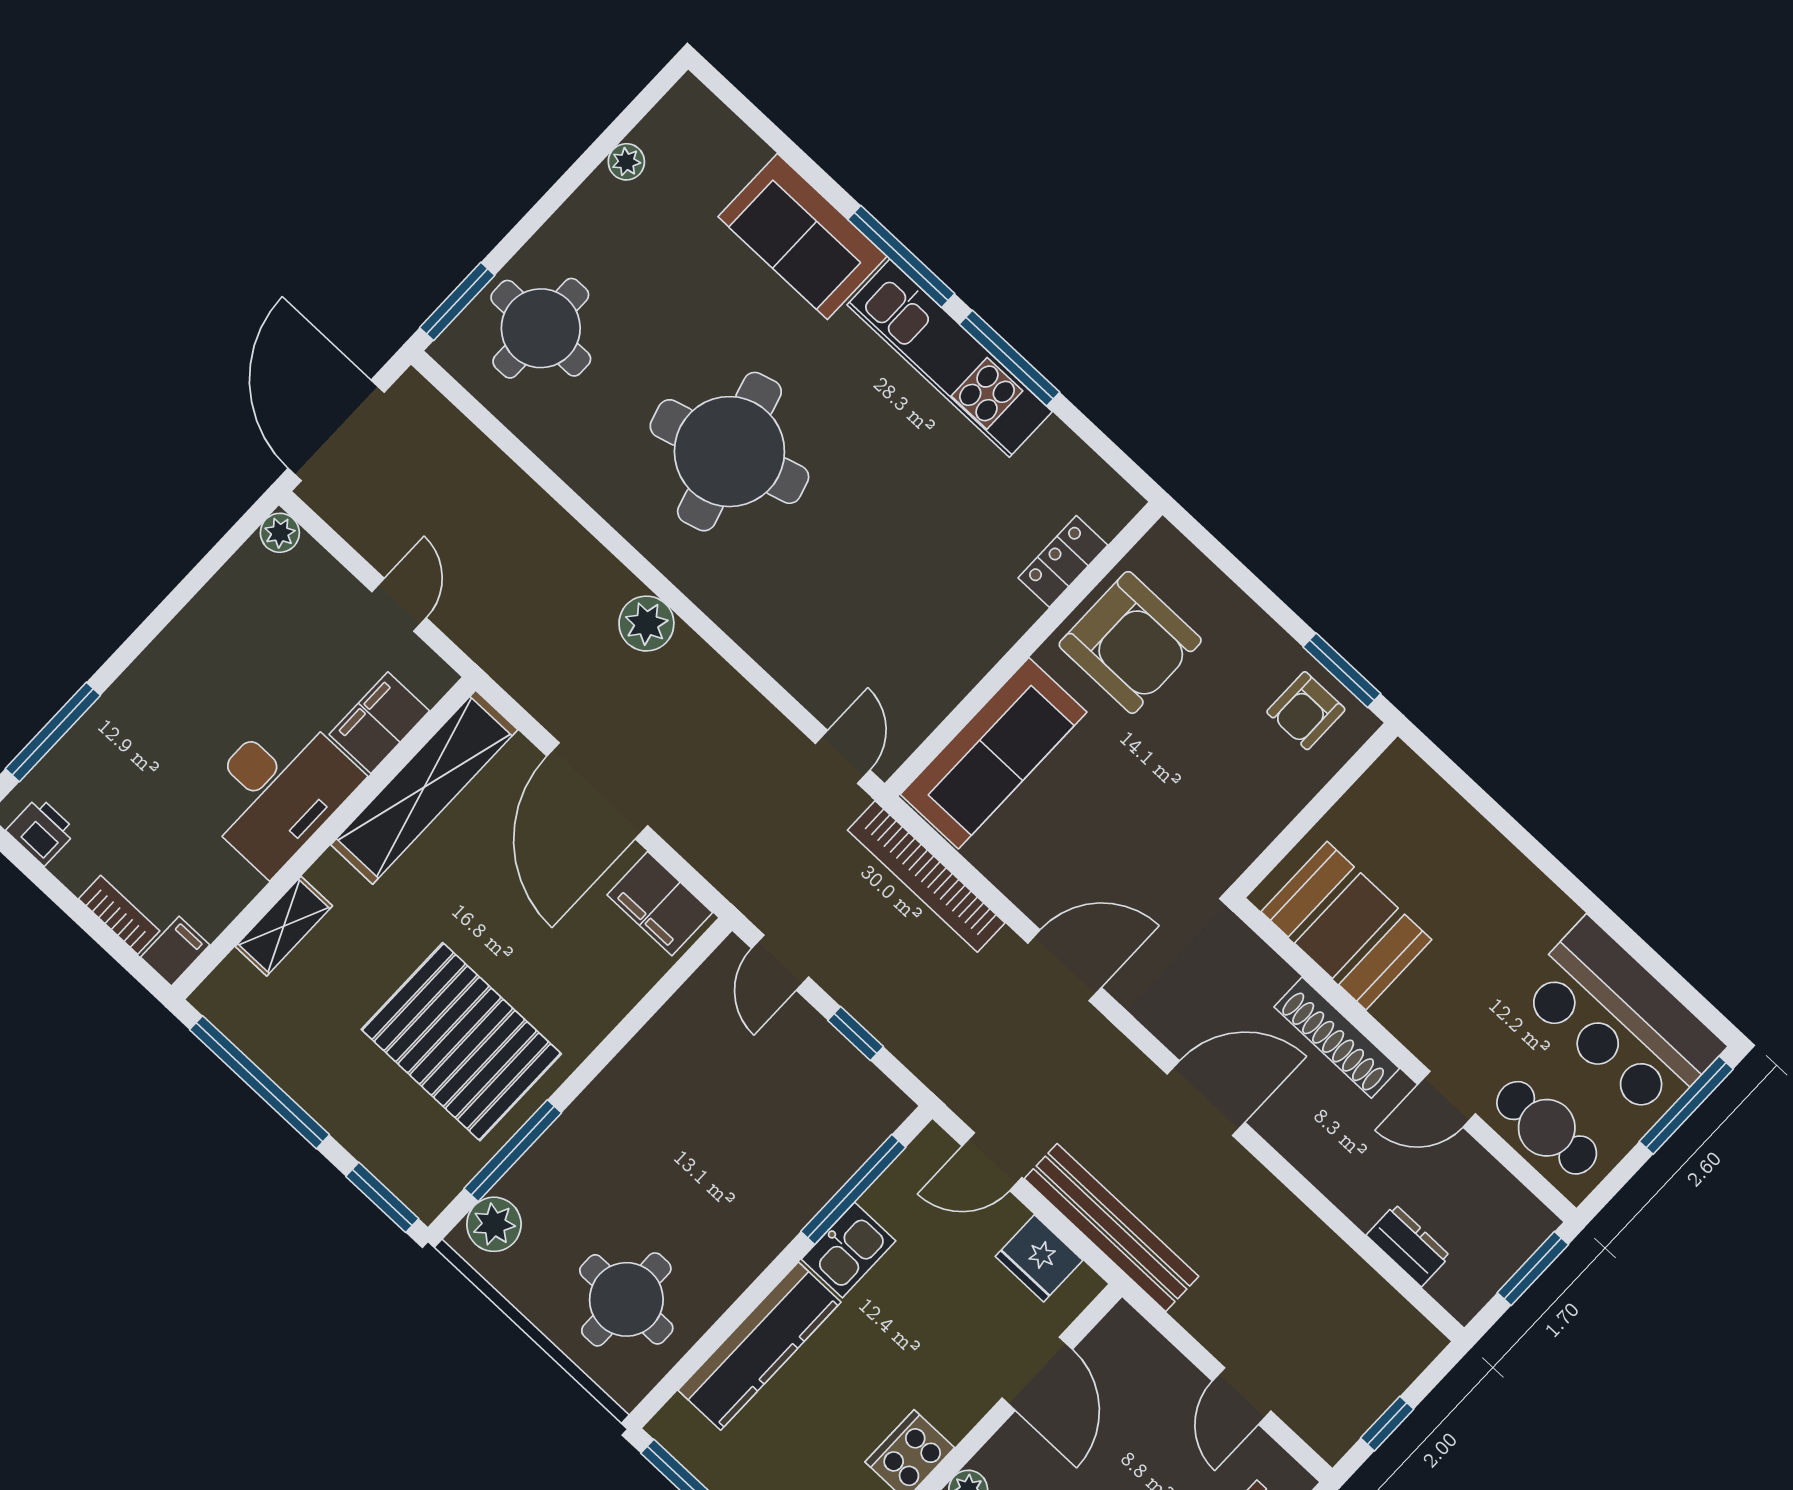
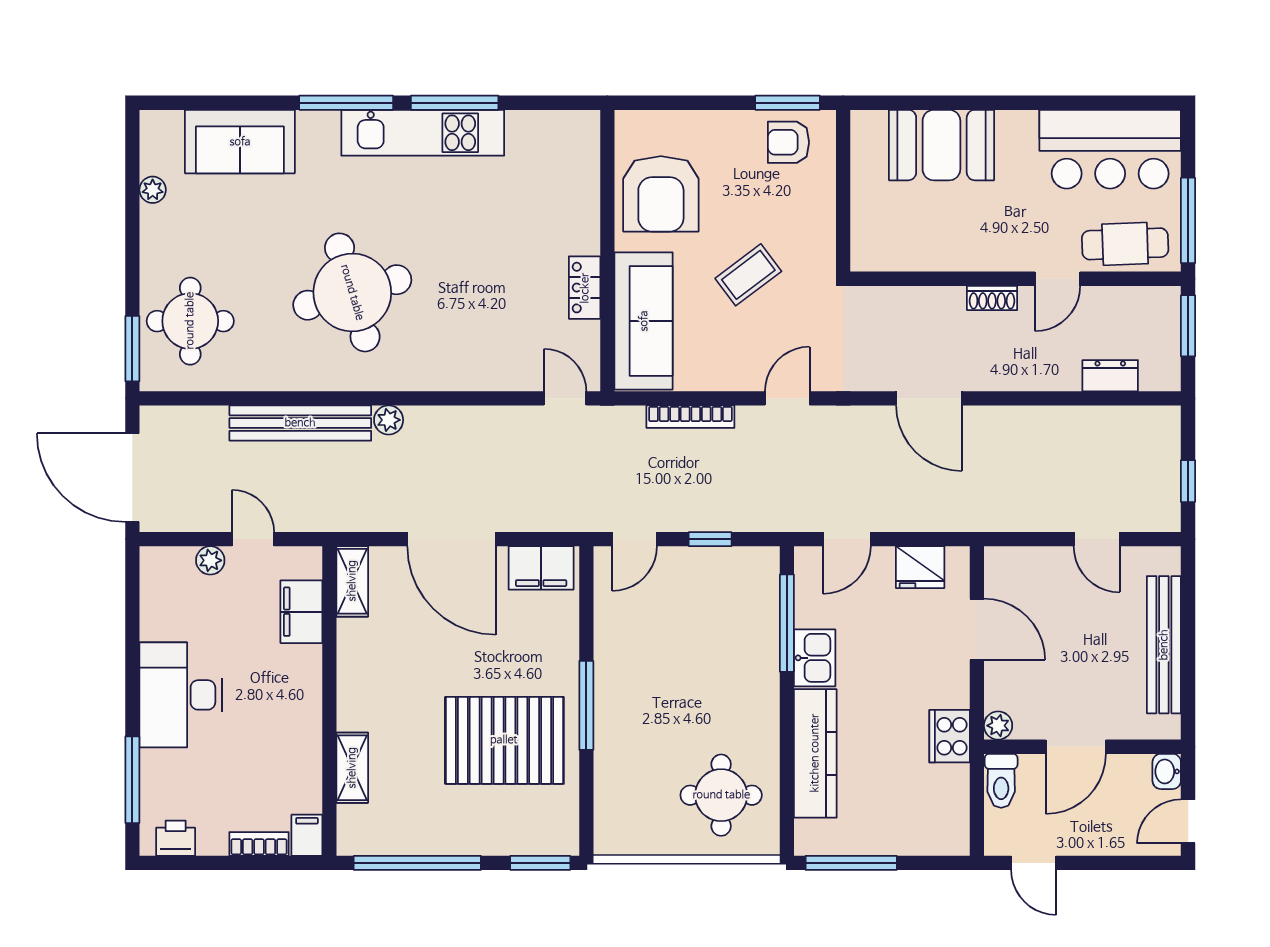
sofa: (802, 237) -> (240, 142), moved
plant: (280, 533) -> (210, 560), moved
locker: (1063, 561) -> (585, 288), moved
plant: (646, 624) -> (389, 420), width x0.73, depth x0.73
armchair: (1130, 642) -> (661, 194), turned 90
armchair: (1306, 711) -> (789, 142), turned 90
shelving: (424, 787) -> (352, 581), width x0.45, depth x0.75
desk: (278, 790) -> (181, 695), moved, turned 180
coffee table: (1141, 805) -> (748, 275), added
bookcase: (926, 876) -> (690, 417), width x0.68, depth x0.76
booth: (1346, 926) -> (941, 145), moved
door: (780, 963) -> (635, 539), hinge flipped
door: (1065, 965) -> (787, 398), width x0.73
shoe rack: (1337, 1038) -> (992, 298), width x0.51, depth x0.81
door: (1206, 1098) -> (929, 398), swing flipped
window: (1686, 1105) -> (1188, 220), moved
window: (513, 1151) -> (586, 705), moved
plant: (494, 1224) -> (613, 821), removed
bench: (1111, 1227) -> (300, 423), moved

